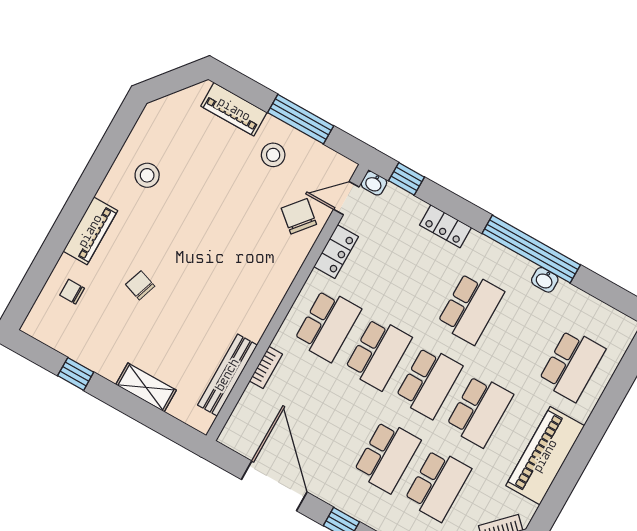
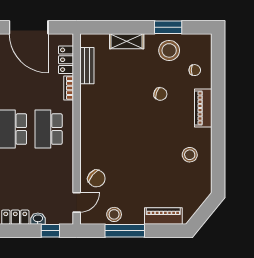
stool: (273, 155) -> (114, 214), moved
washbasin: (374, 183) -> (38, 219), moved
locker: (336, 252) -> (66, 60), moved
stool: (93, 340) -> (169, 50), added
window: (76, 374) -> (168, 27), width x1.50
bench: (227, 375) -> (87, 66), width x0.73

